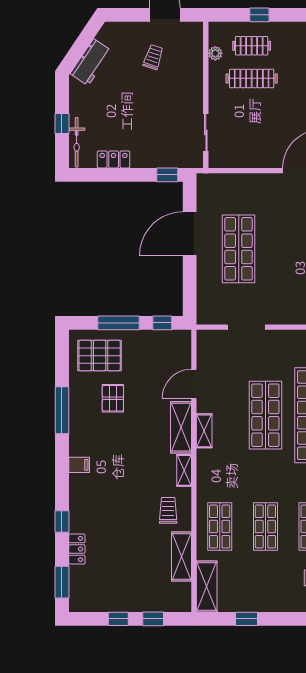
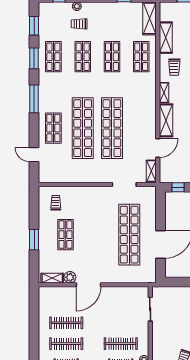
window: (167, 175) -> (175, 282), removed
shop shelf: (239, 249) -> (129, 235), width x1.40
shop shelf: (265, 415) -> (112, 128), width x1.40
shelving: (204, 431) -> (151, 171), moved

